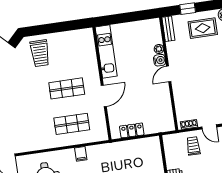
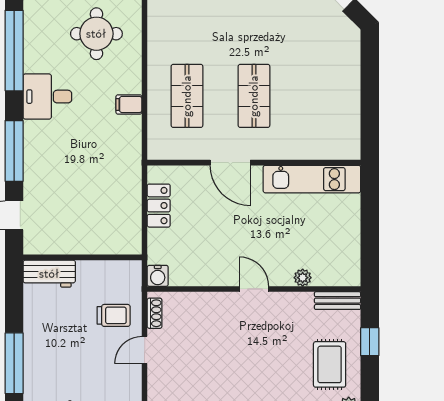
trolley: (40, 53) -> (326, 56), removed
water cooler: (160, 60) -> (158, 276), moved

